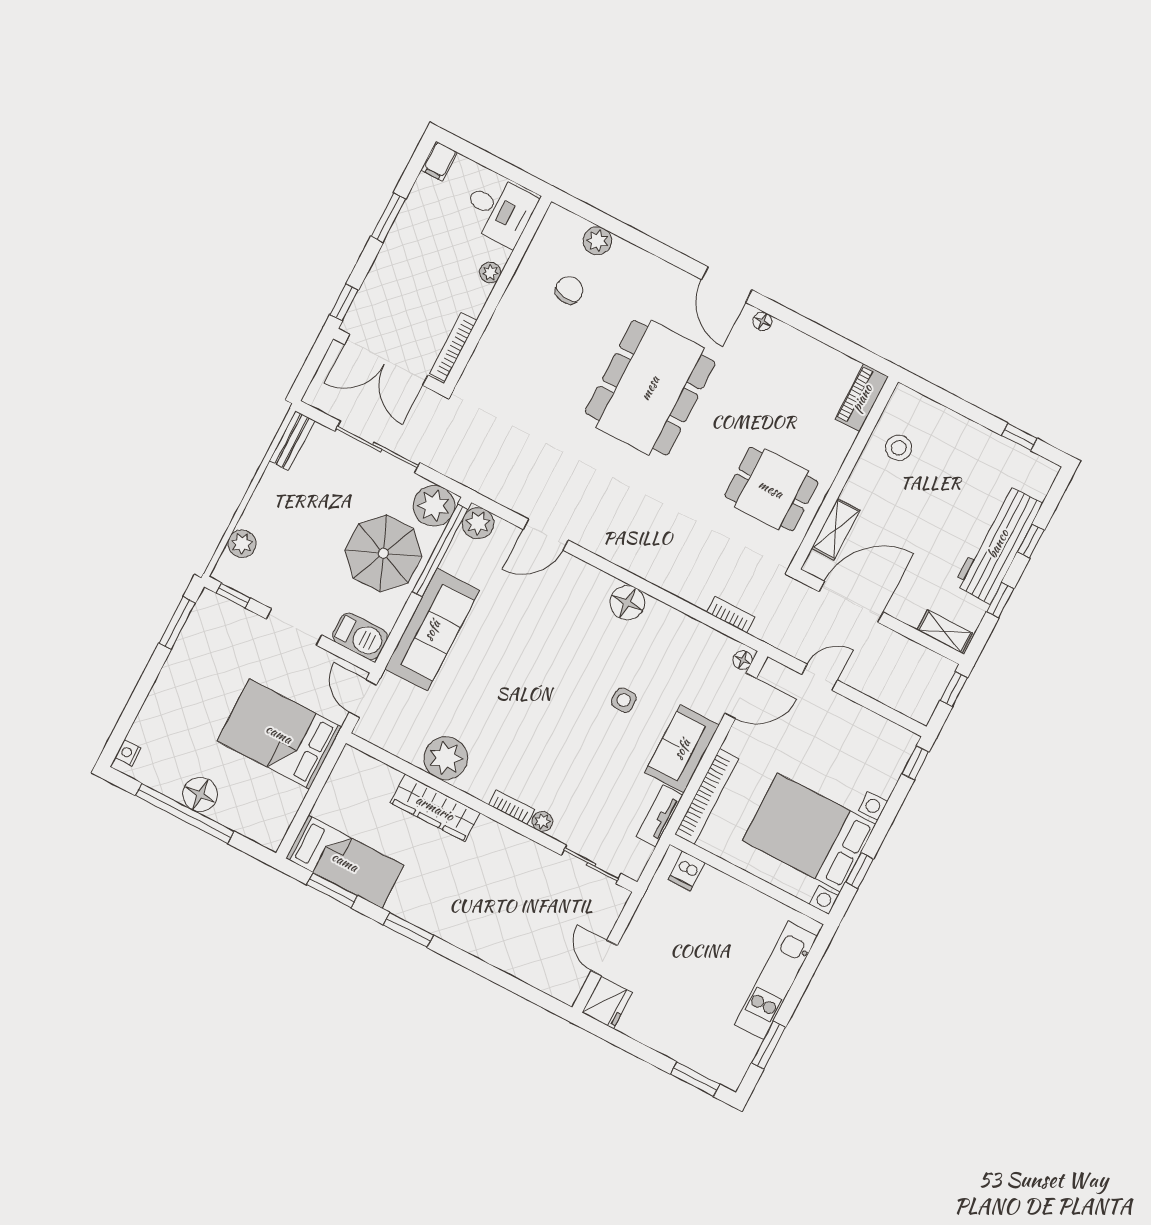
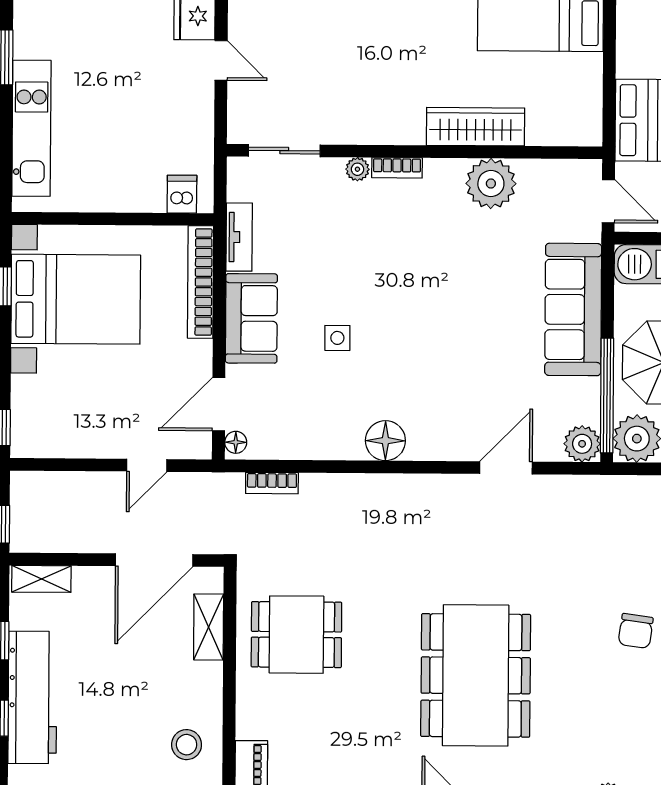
chair: (569, 290) -> (636, 631), moved

